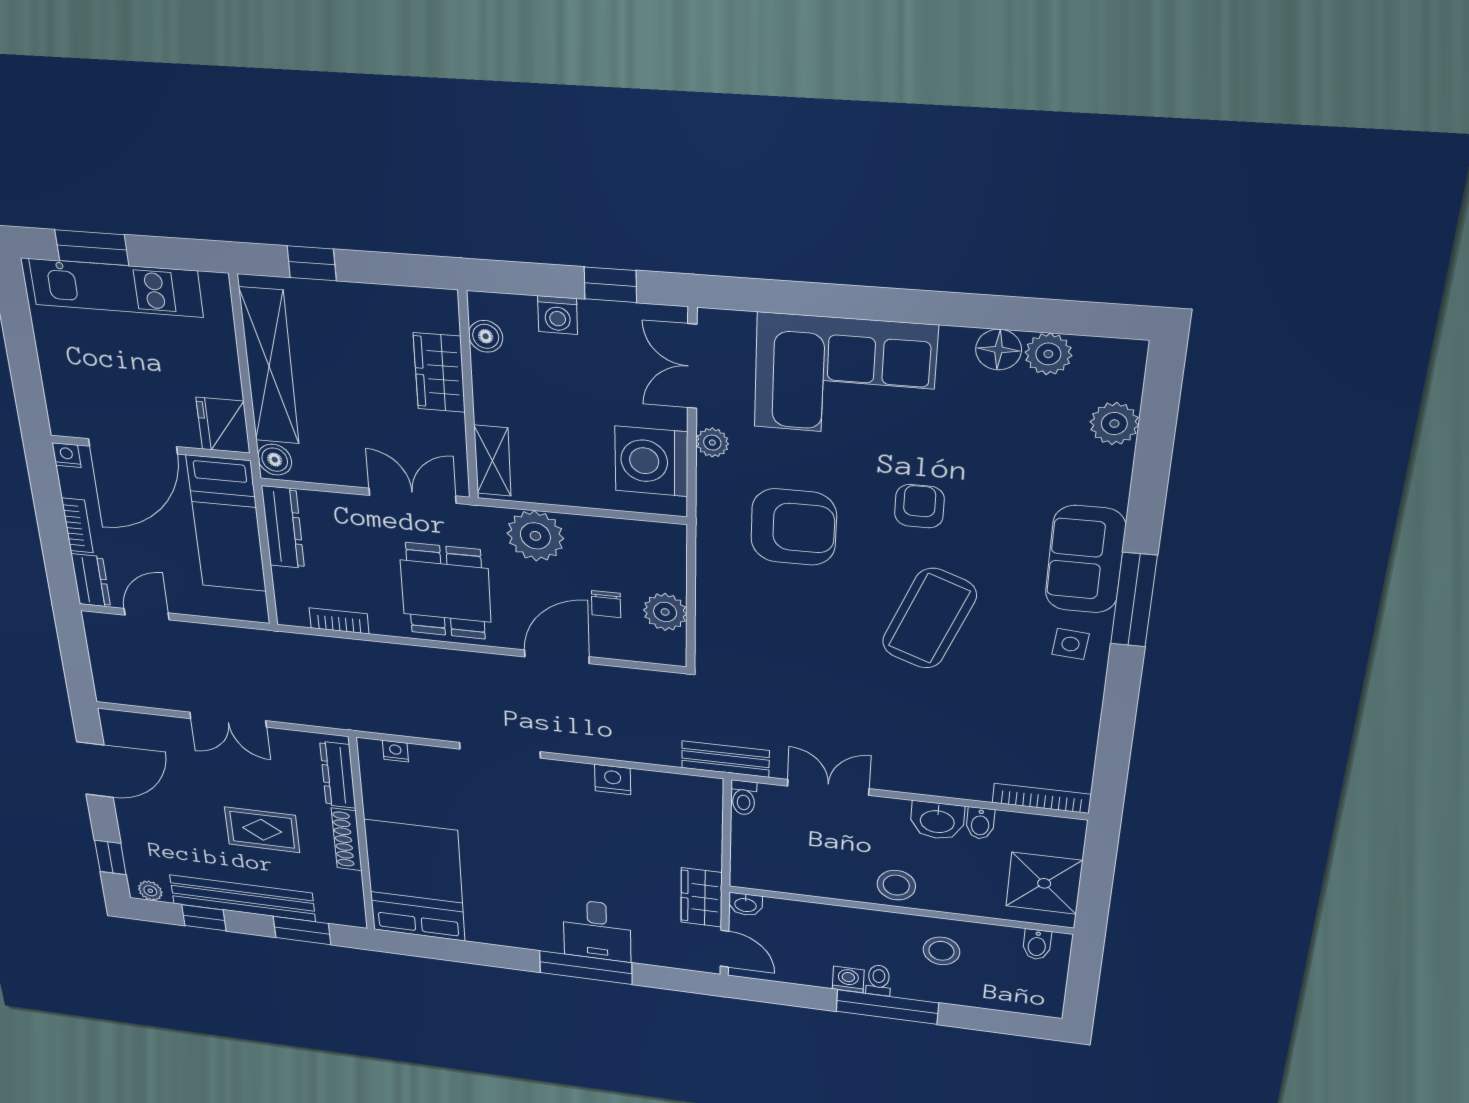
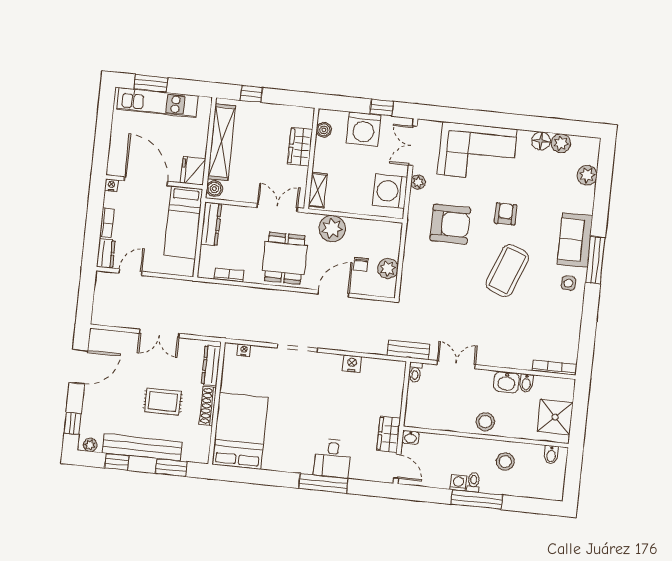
washing machine: (558, 315) -> (364, 129), width x1.89, depth x1.89
door: (133, 446) -> (146, 181), swing flipped

